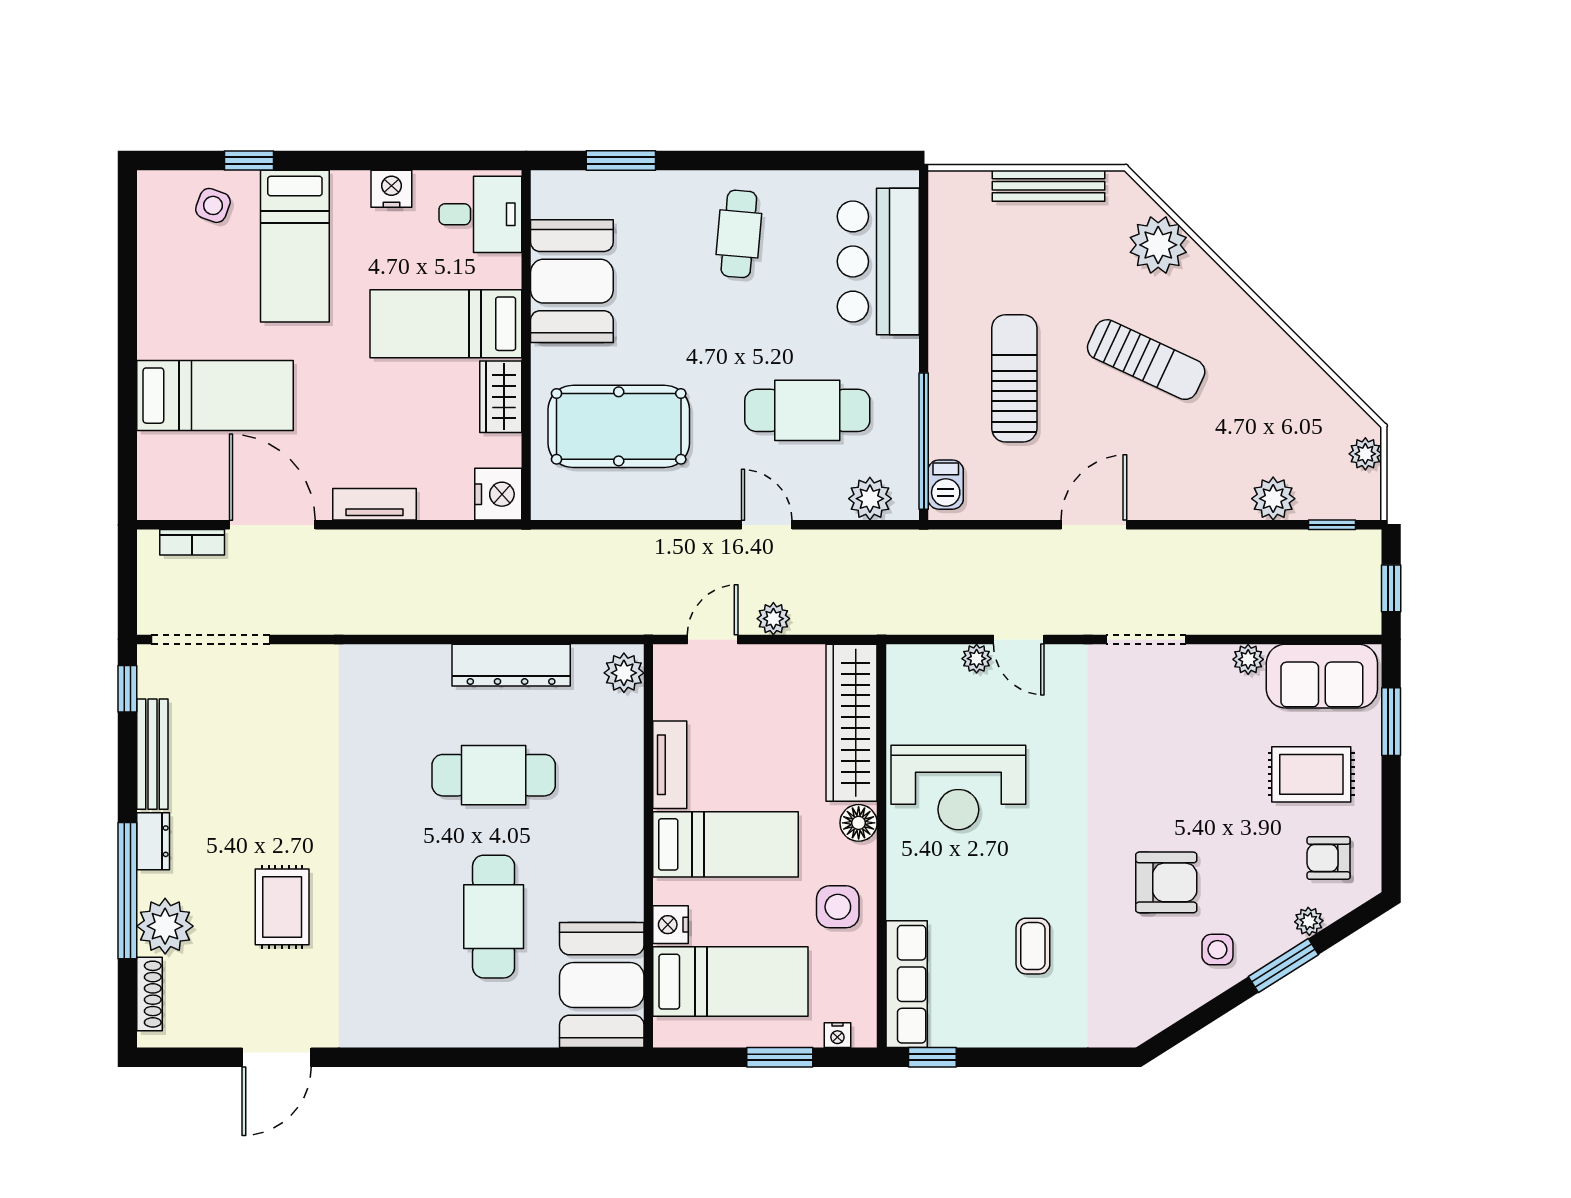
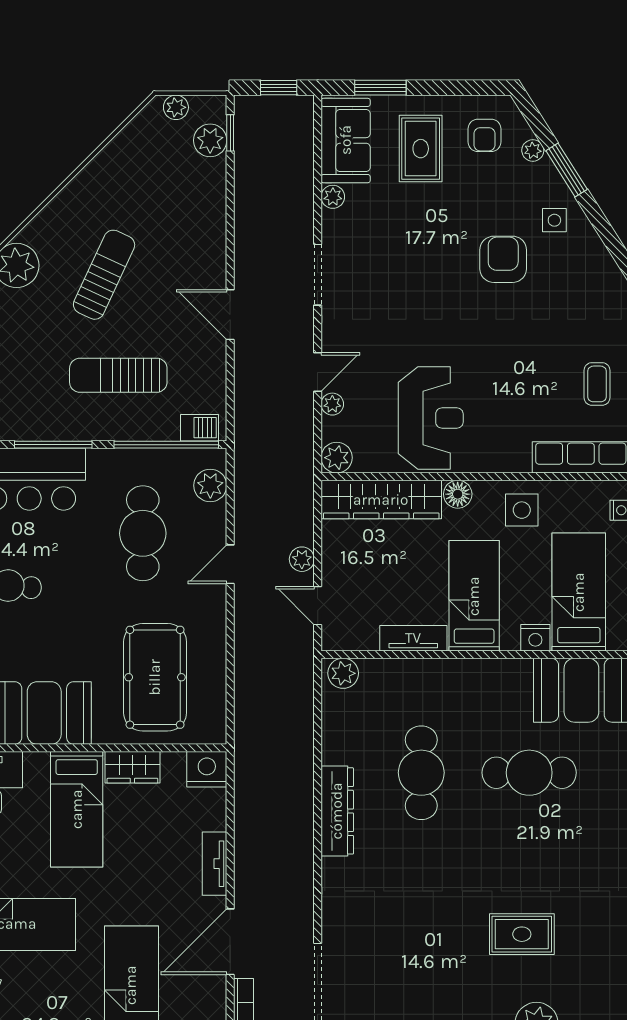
window: (924, 293) -> (53, 445), added
plant: (1273, 499) -> (210, 140), moved
plant: (906, 664) -> (337, 458), added
dresser: (511, 665) -> (337, 811), moved
coffee table: (1033, 946) -> (597, 384), moved, turned 90

